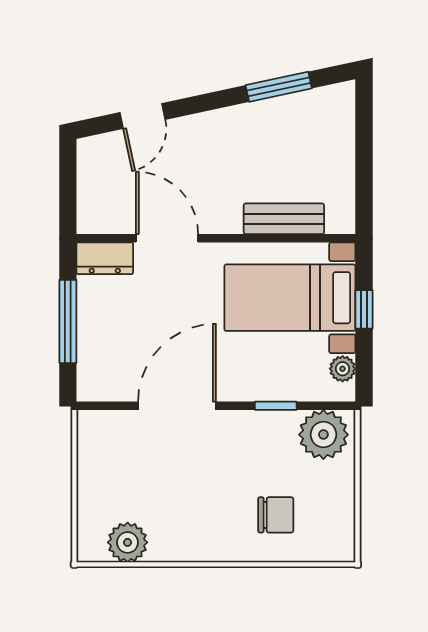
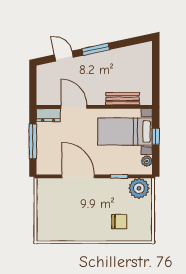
window: (279, 87) -> (96, 49), moved
door: (143, 116) -> (64, 56), swing flipped
door: (177, 406) -> (78, 176), hinge flipped
plant: (128, 542) -> (58, 233), removed

